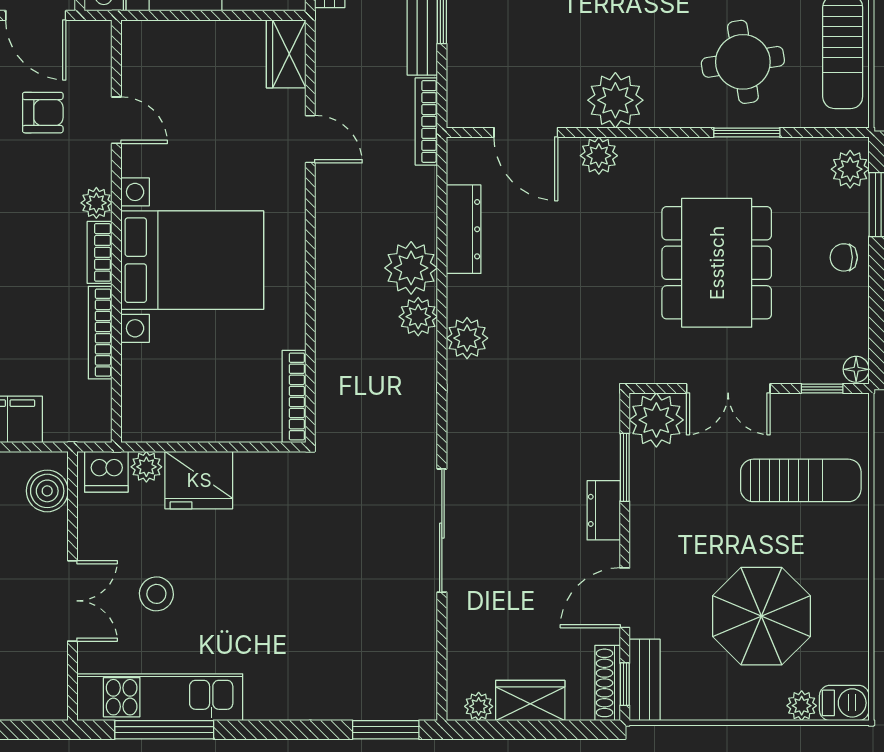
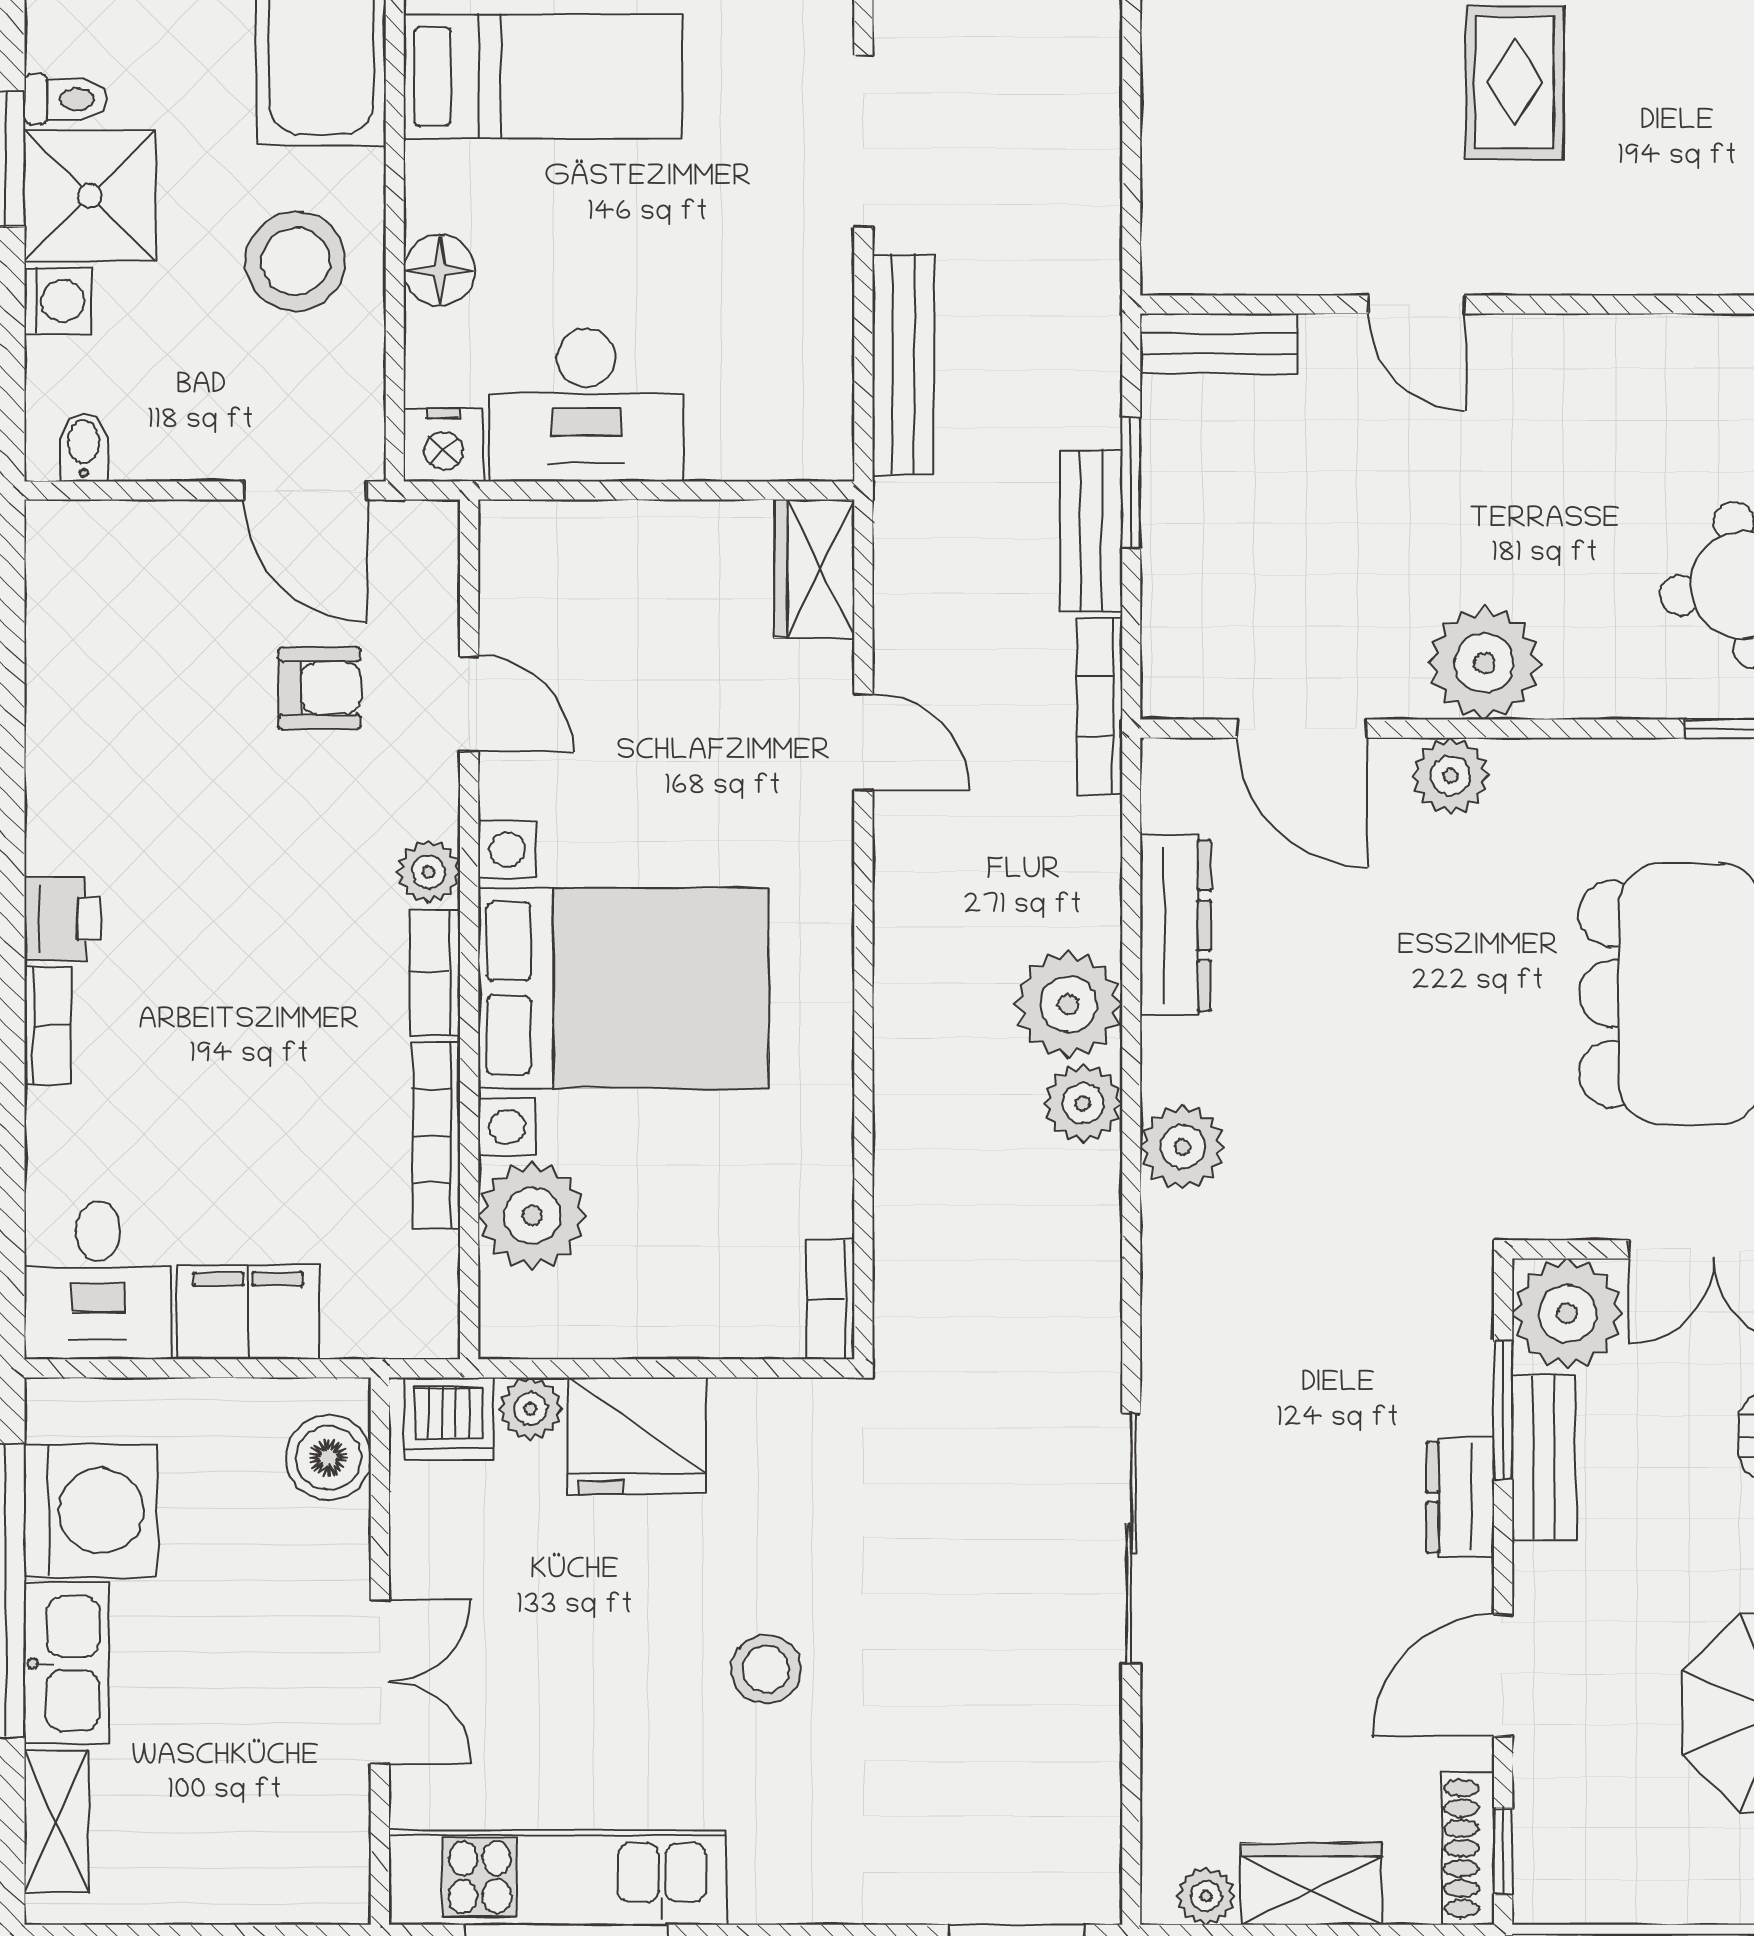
plant: (147, 372) -> (532, 1216), added
bookcase: (294, 396) -> (830, 1299), width x0.64
stool: (156, 594) -> (766, 1669), moved
bench: (645, 680) -> (1544, 1457), moved

